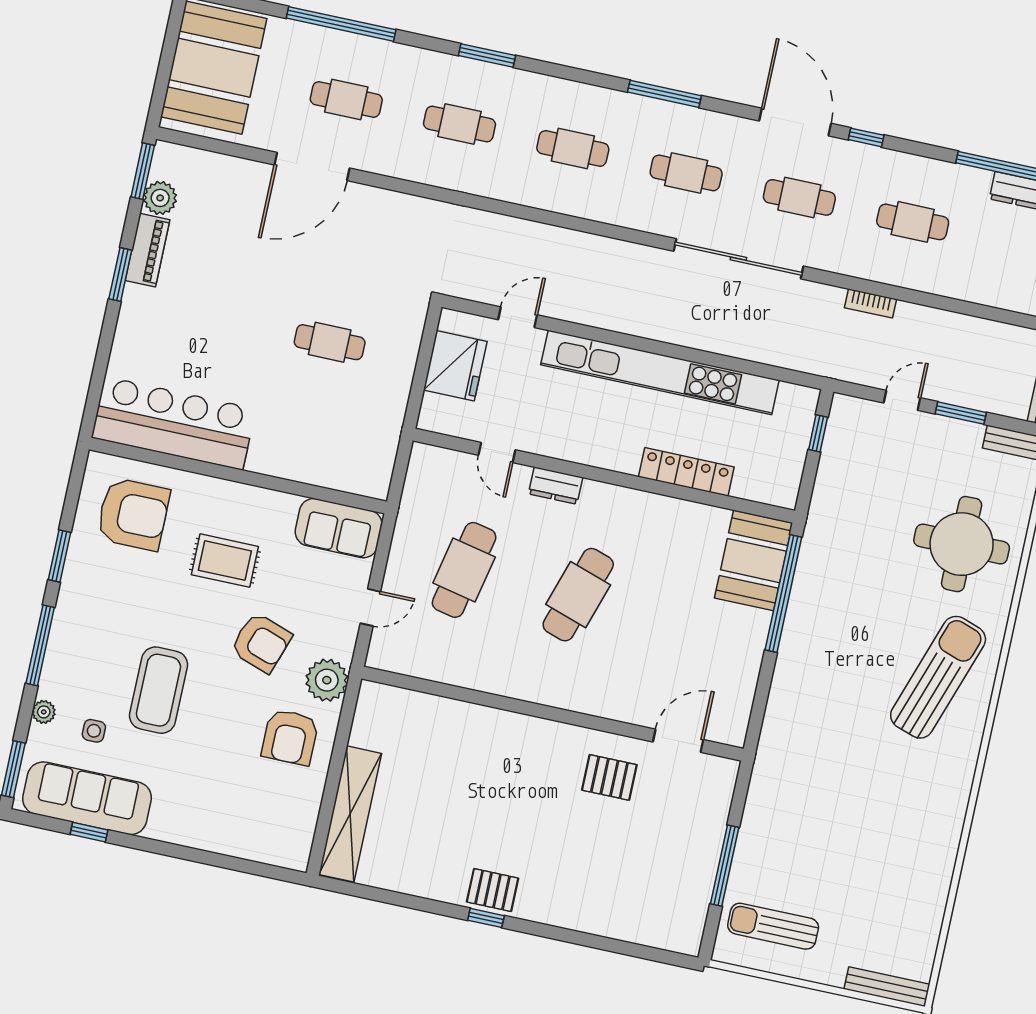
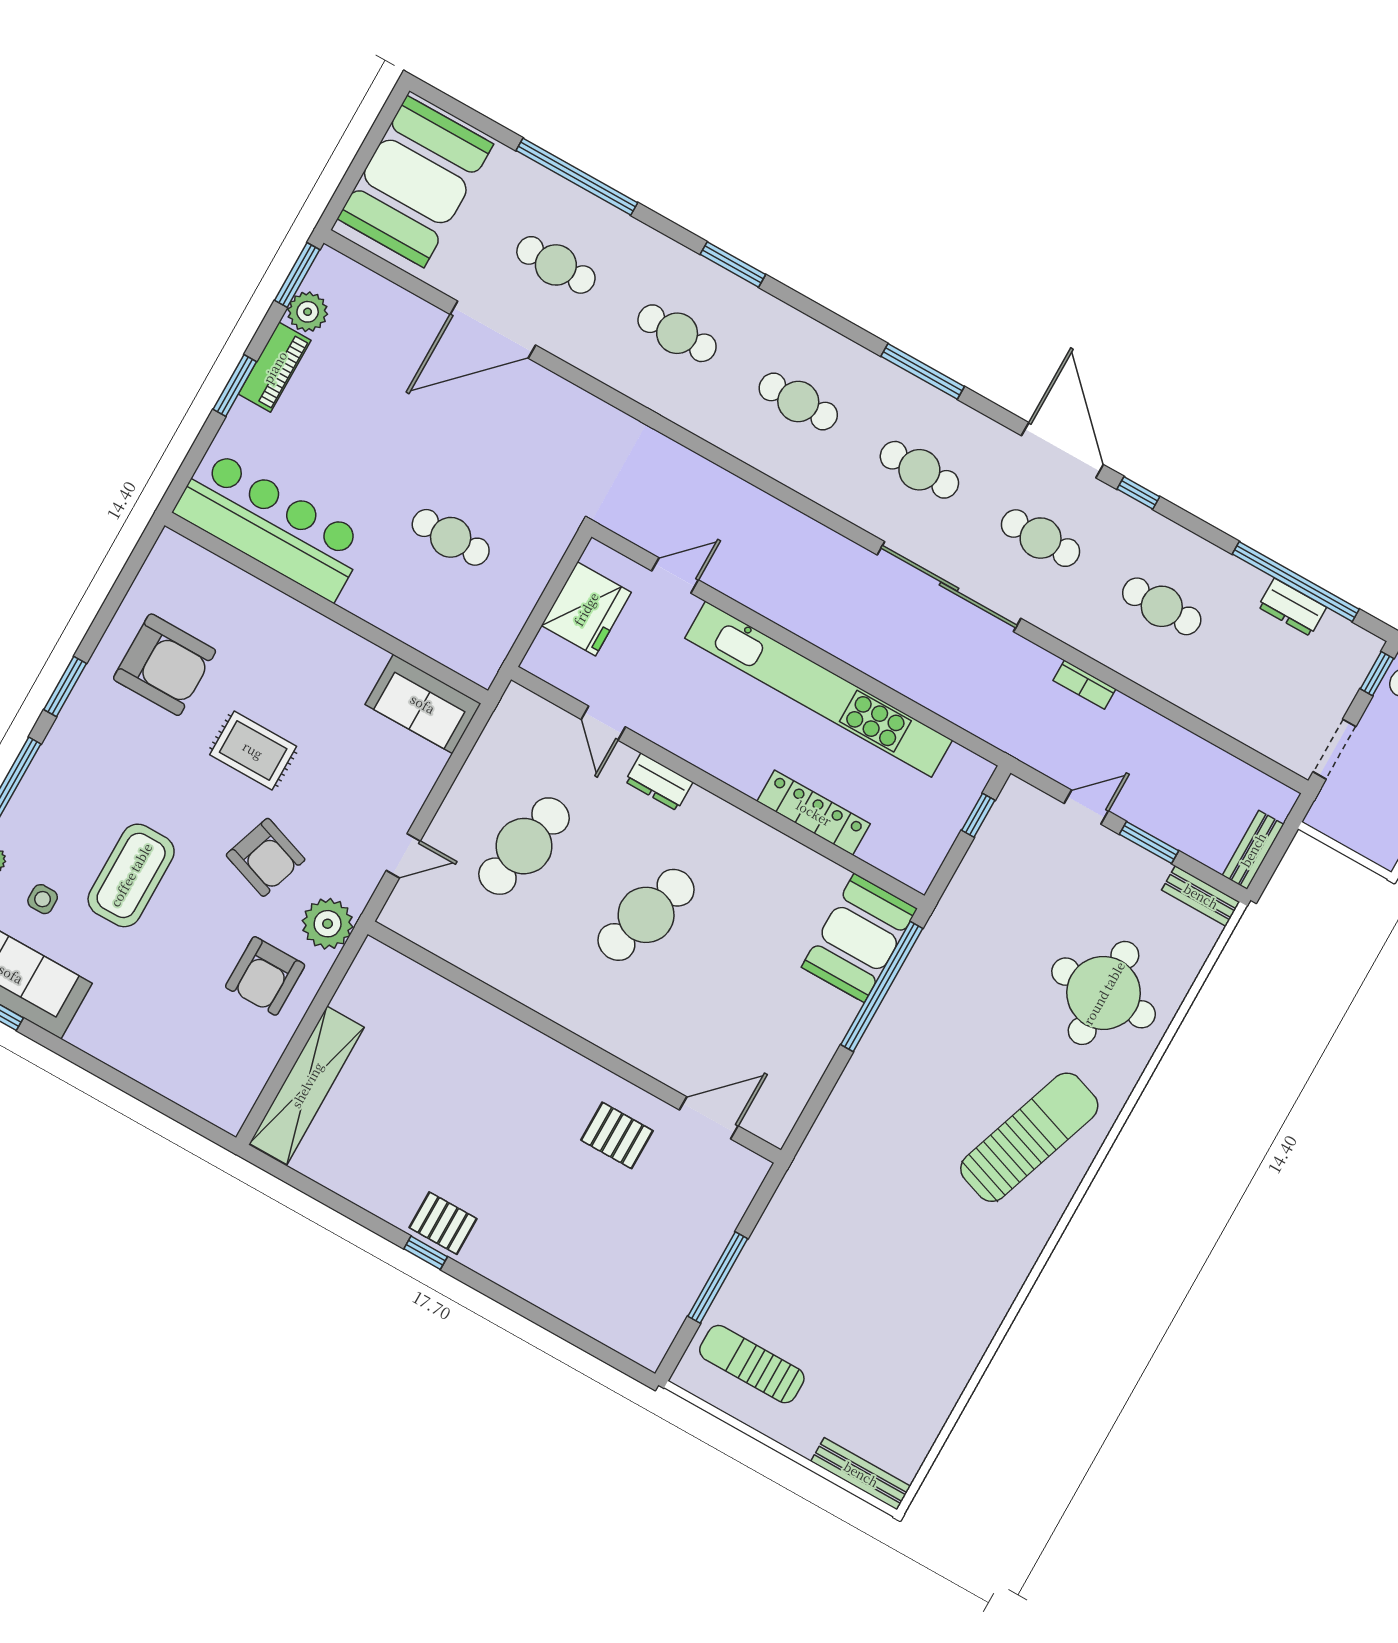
bar counter: (174, 423) -> (271, 525), moved
wall: (238, 475) -> (326, 608), moved
sofa: (339, 528) -> (423, 704), moved

